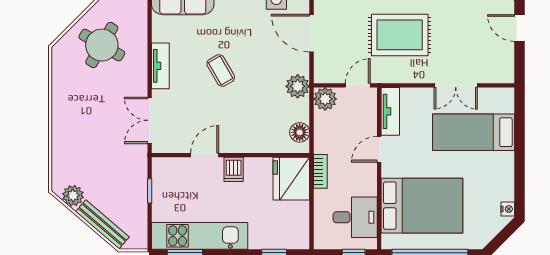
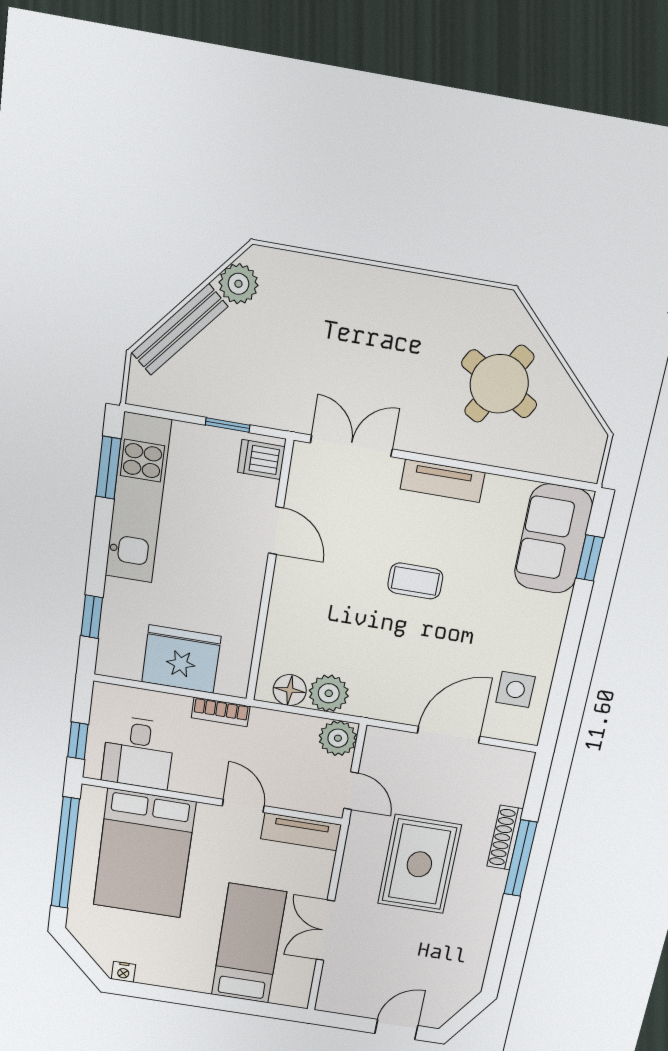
coffee table: (221, 70) -> (415, 581), turned 30
plant: (298, 86) -> (329, 693), moved
dishwasher: (234, 169) -> (261, 459), moved
fridge: (291, 179) -> (181, 659), moved

